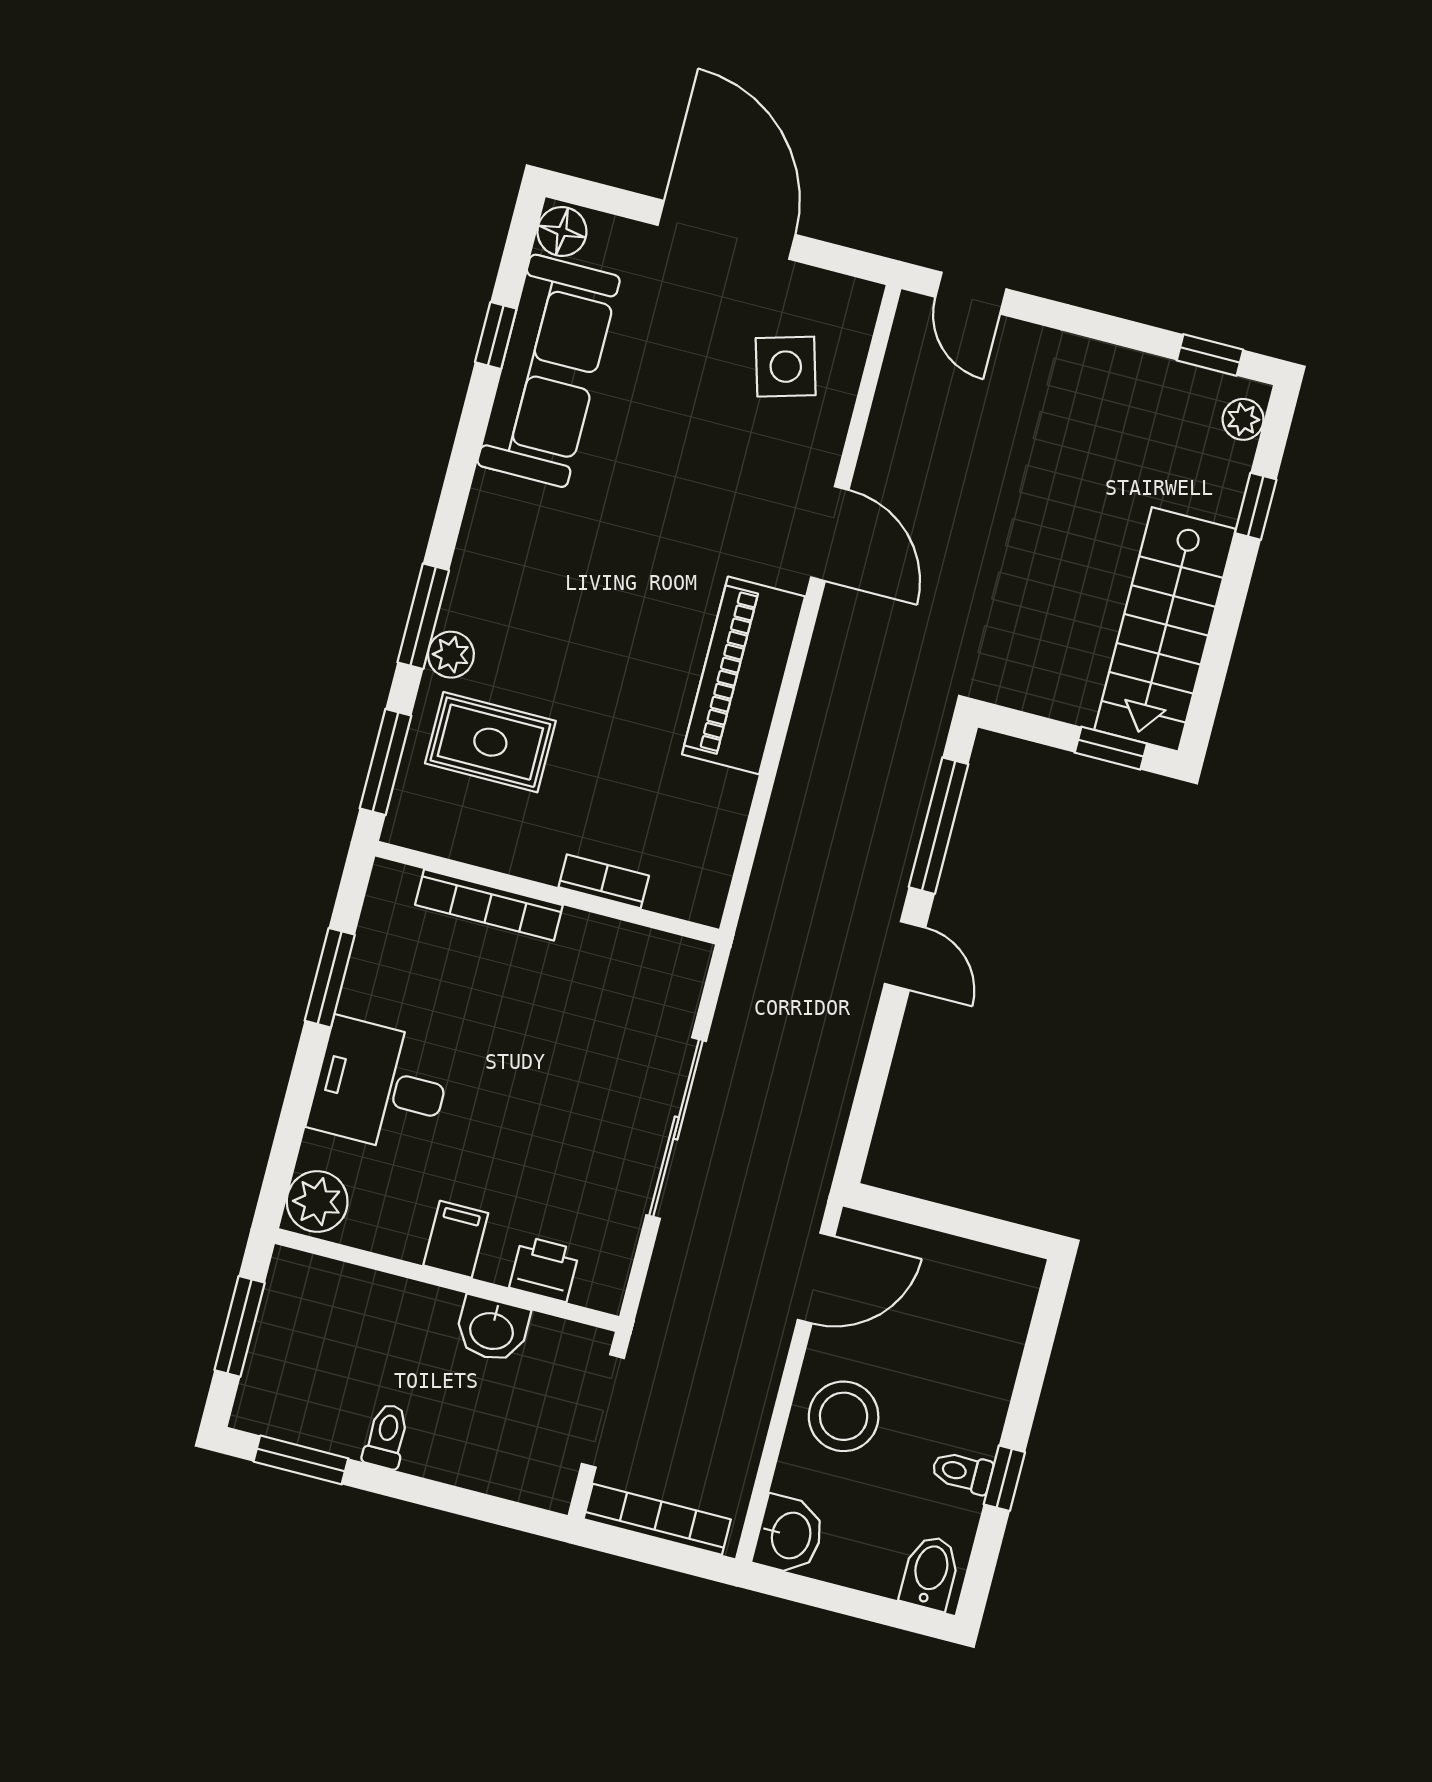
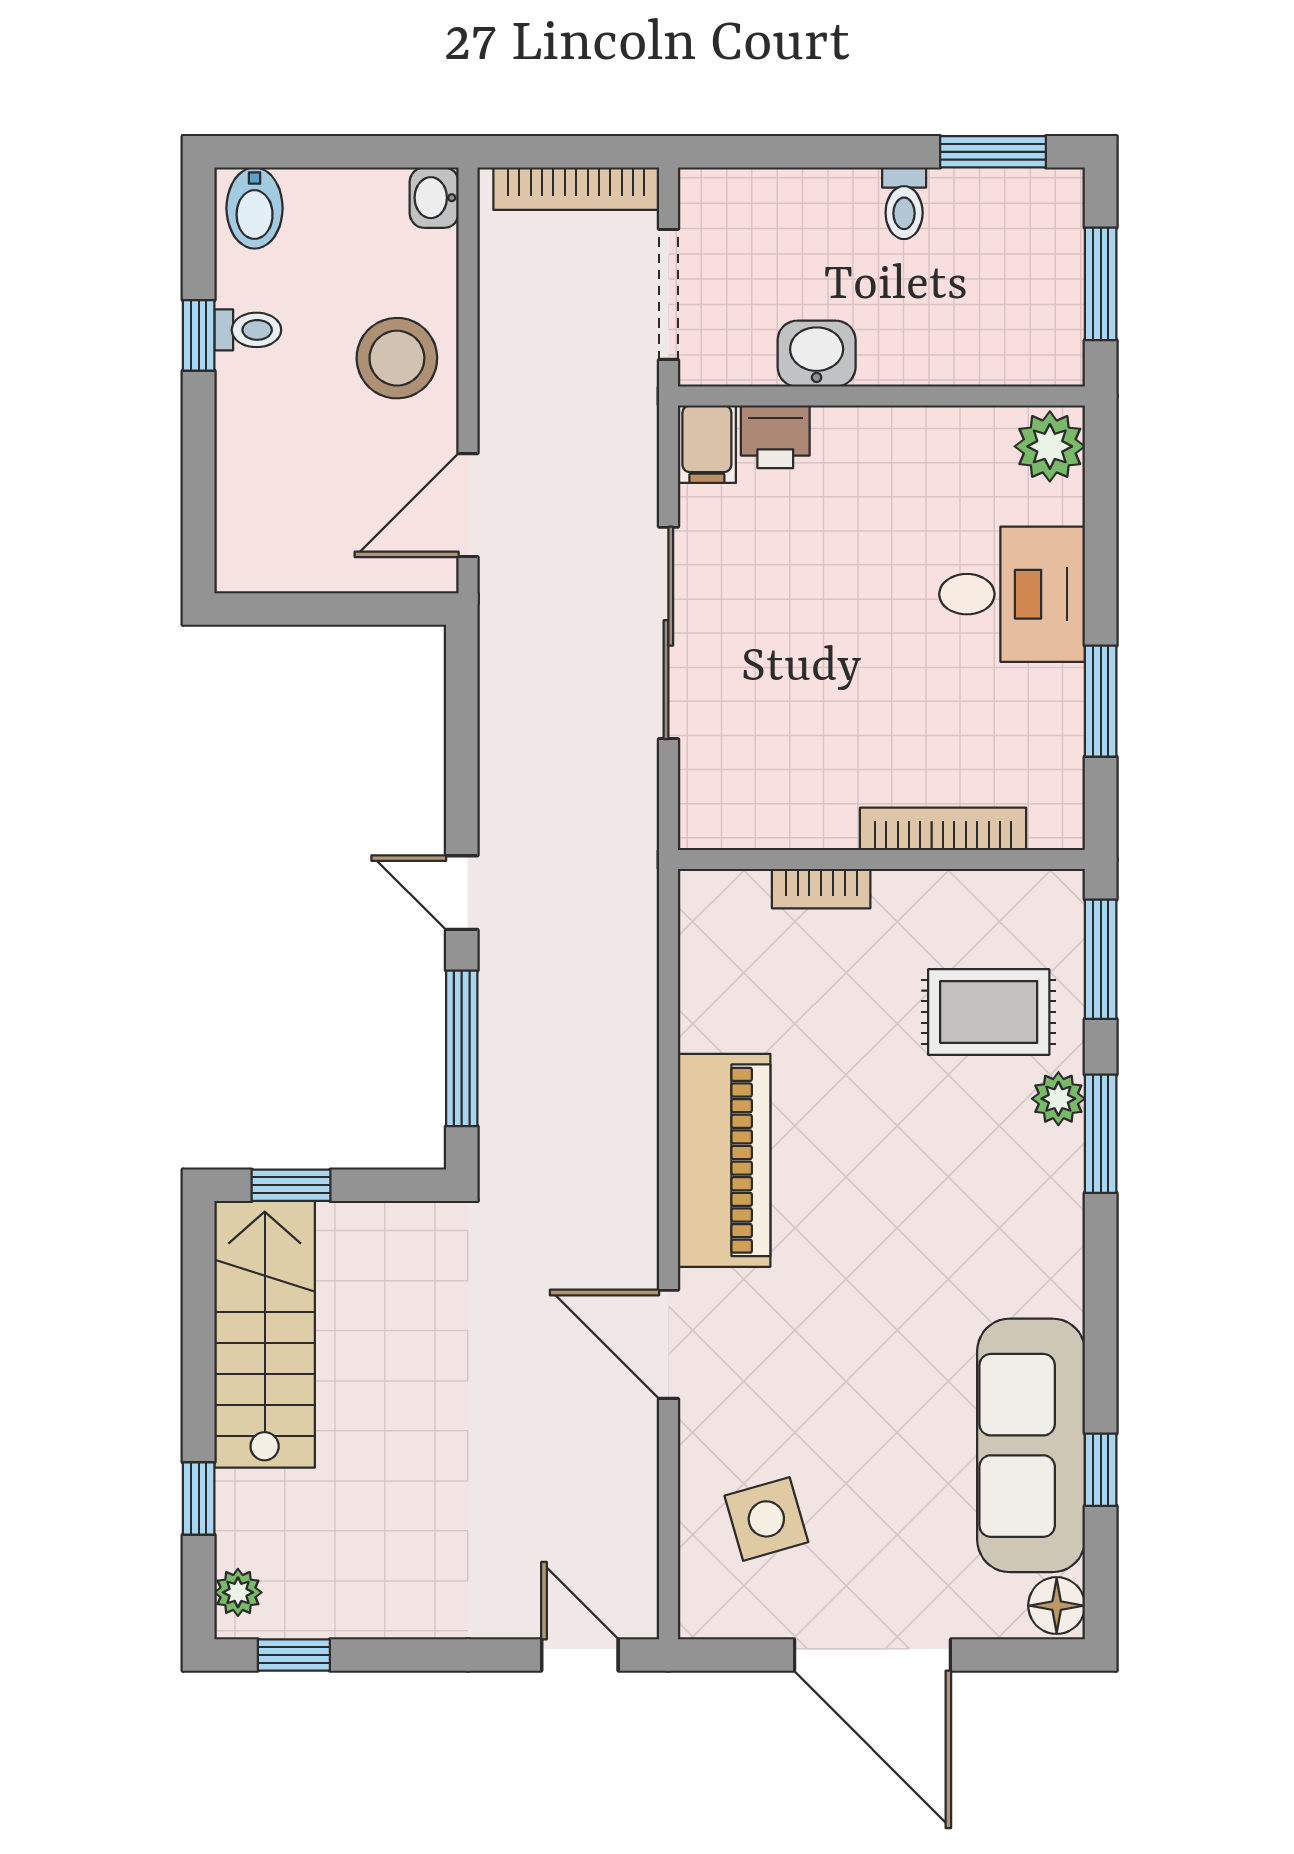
filing cabinet: (456, 1239) -> (707, 444), moved
washbasin: (789, 1535) -> (434, 198), width x0.72, depth x0.69

